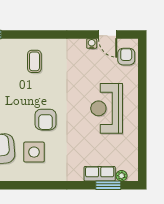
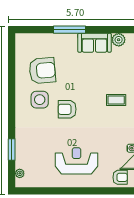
row of seats: (100, 174) -> (21, 155), removed
window: (108, 185) -> (12, 149), moved

